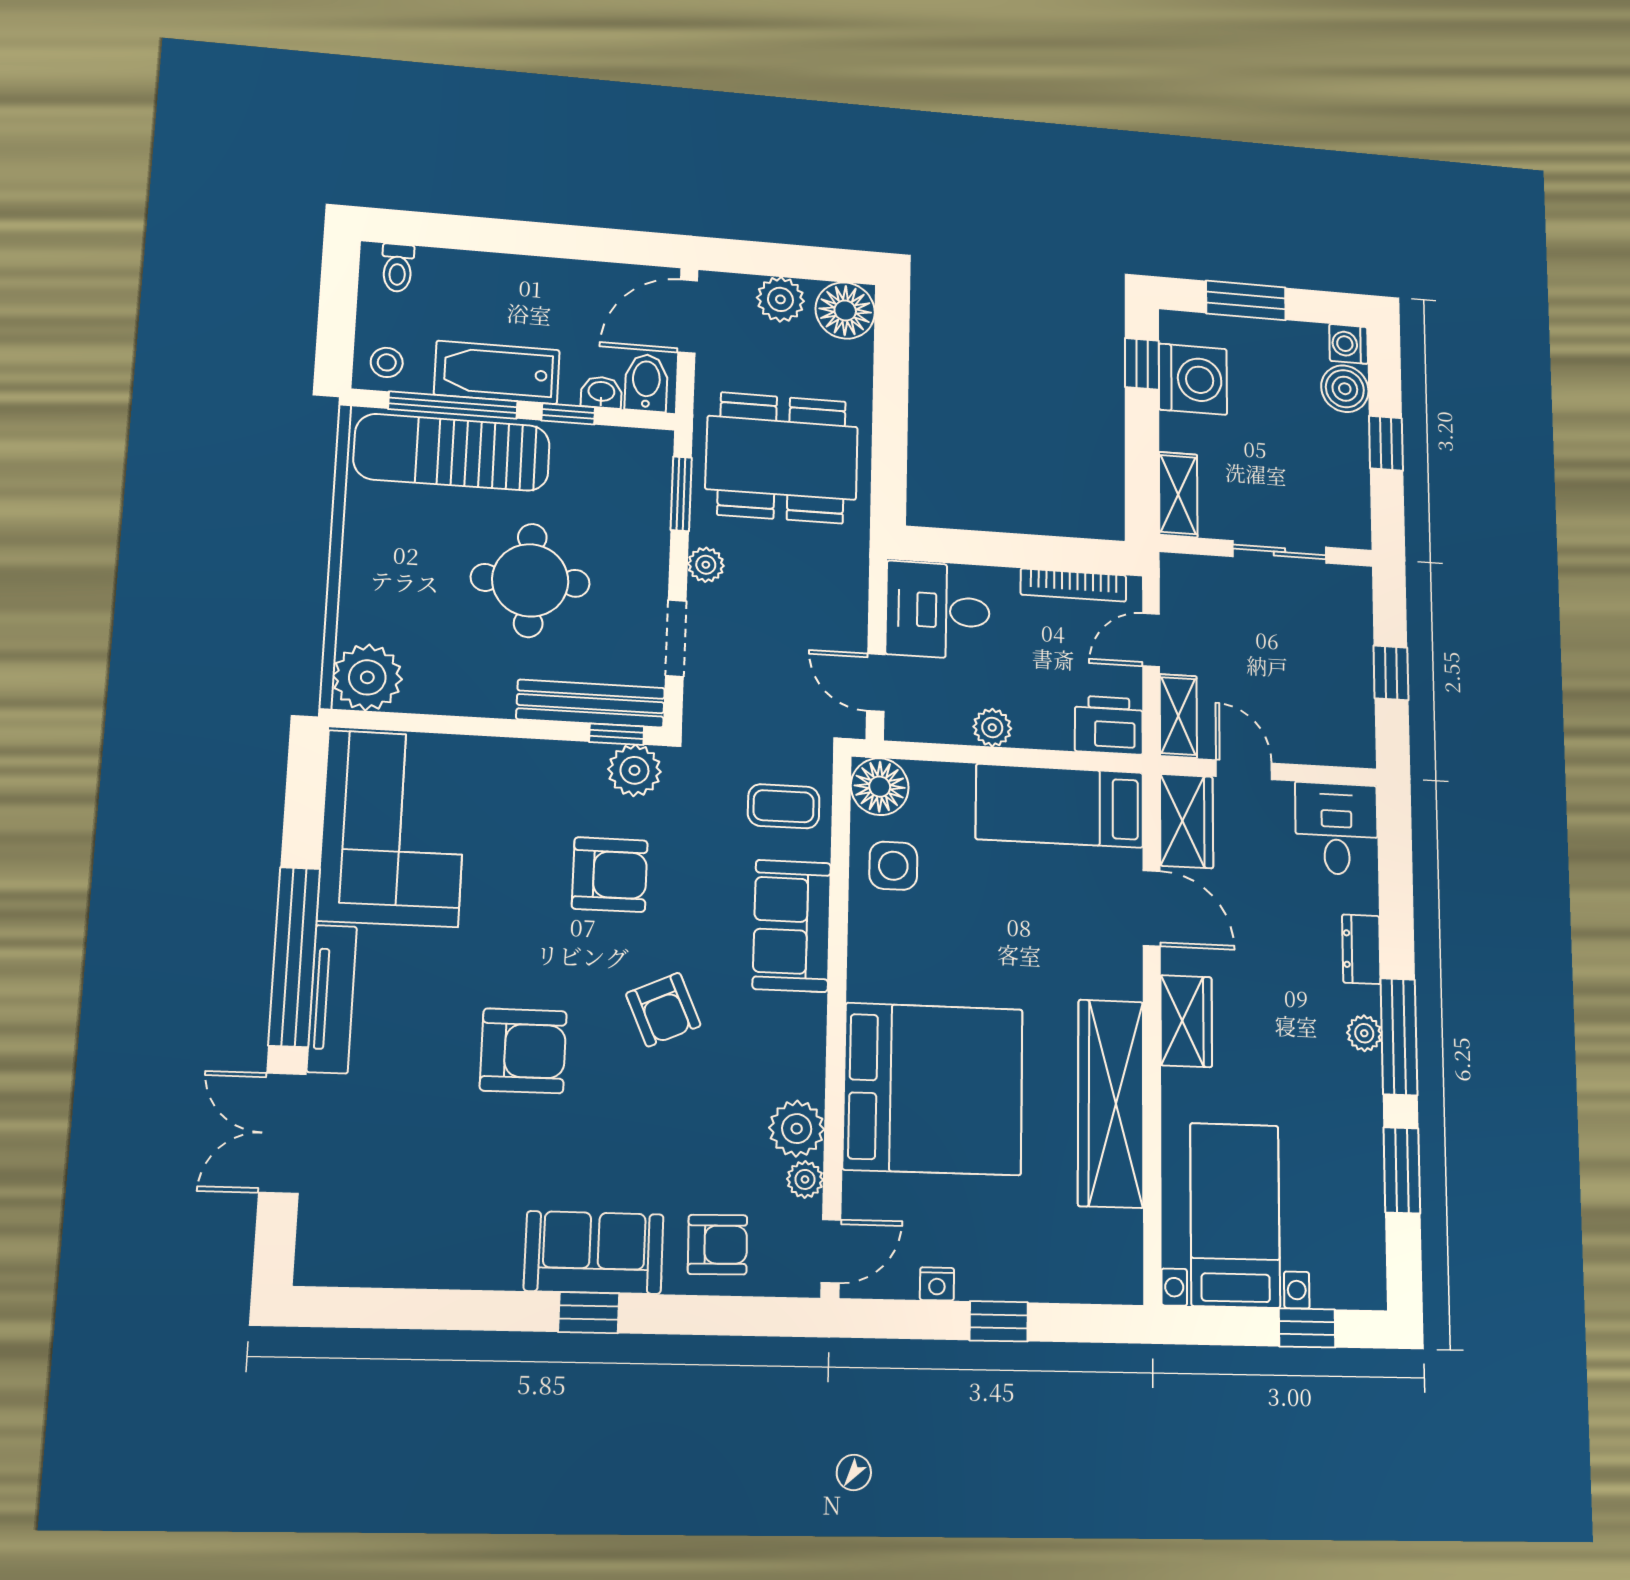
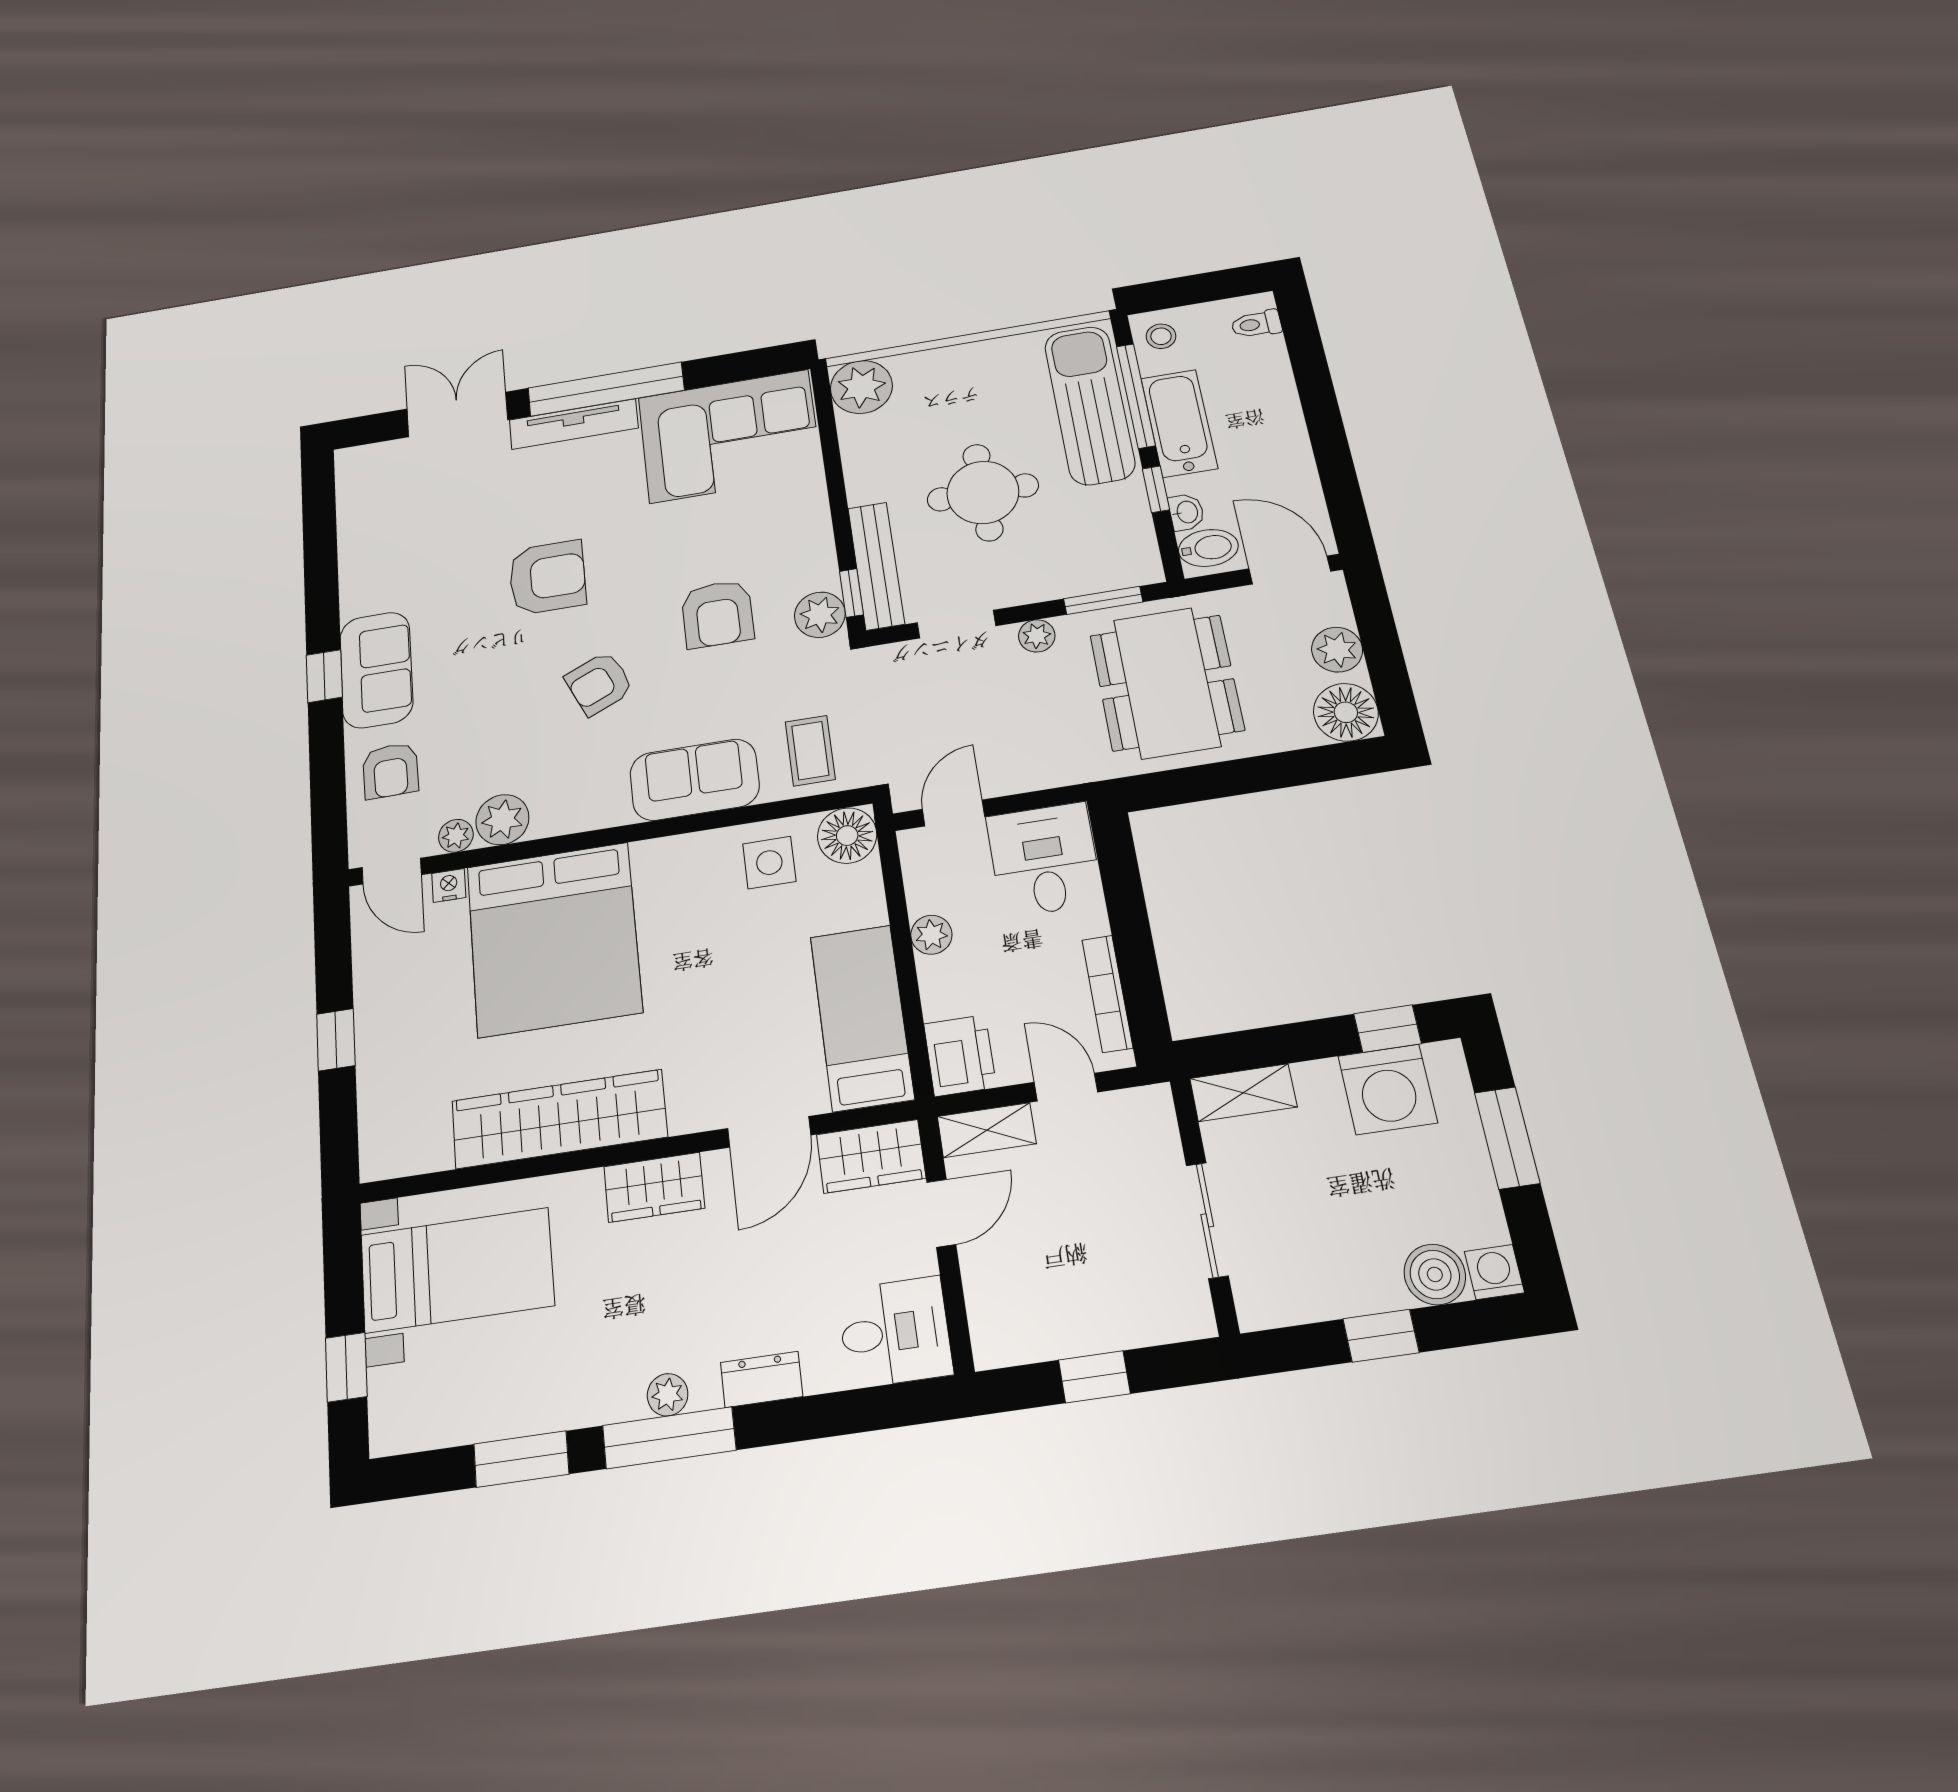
armchair: (523, 1051) -> (547, 577), turned -90
nightstand: (937, 1284) -> (449, 885), moved, turned 90

